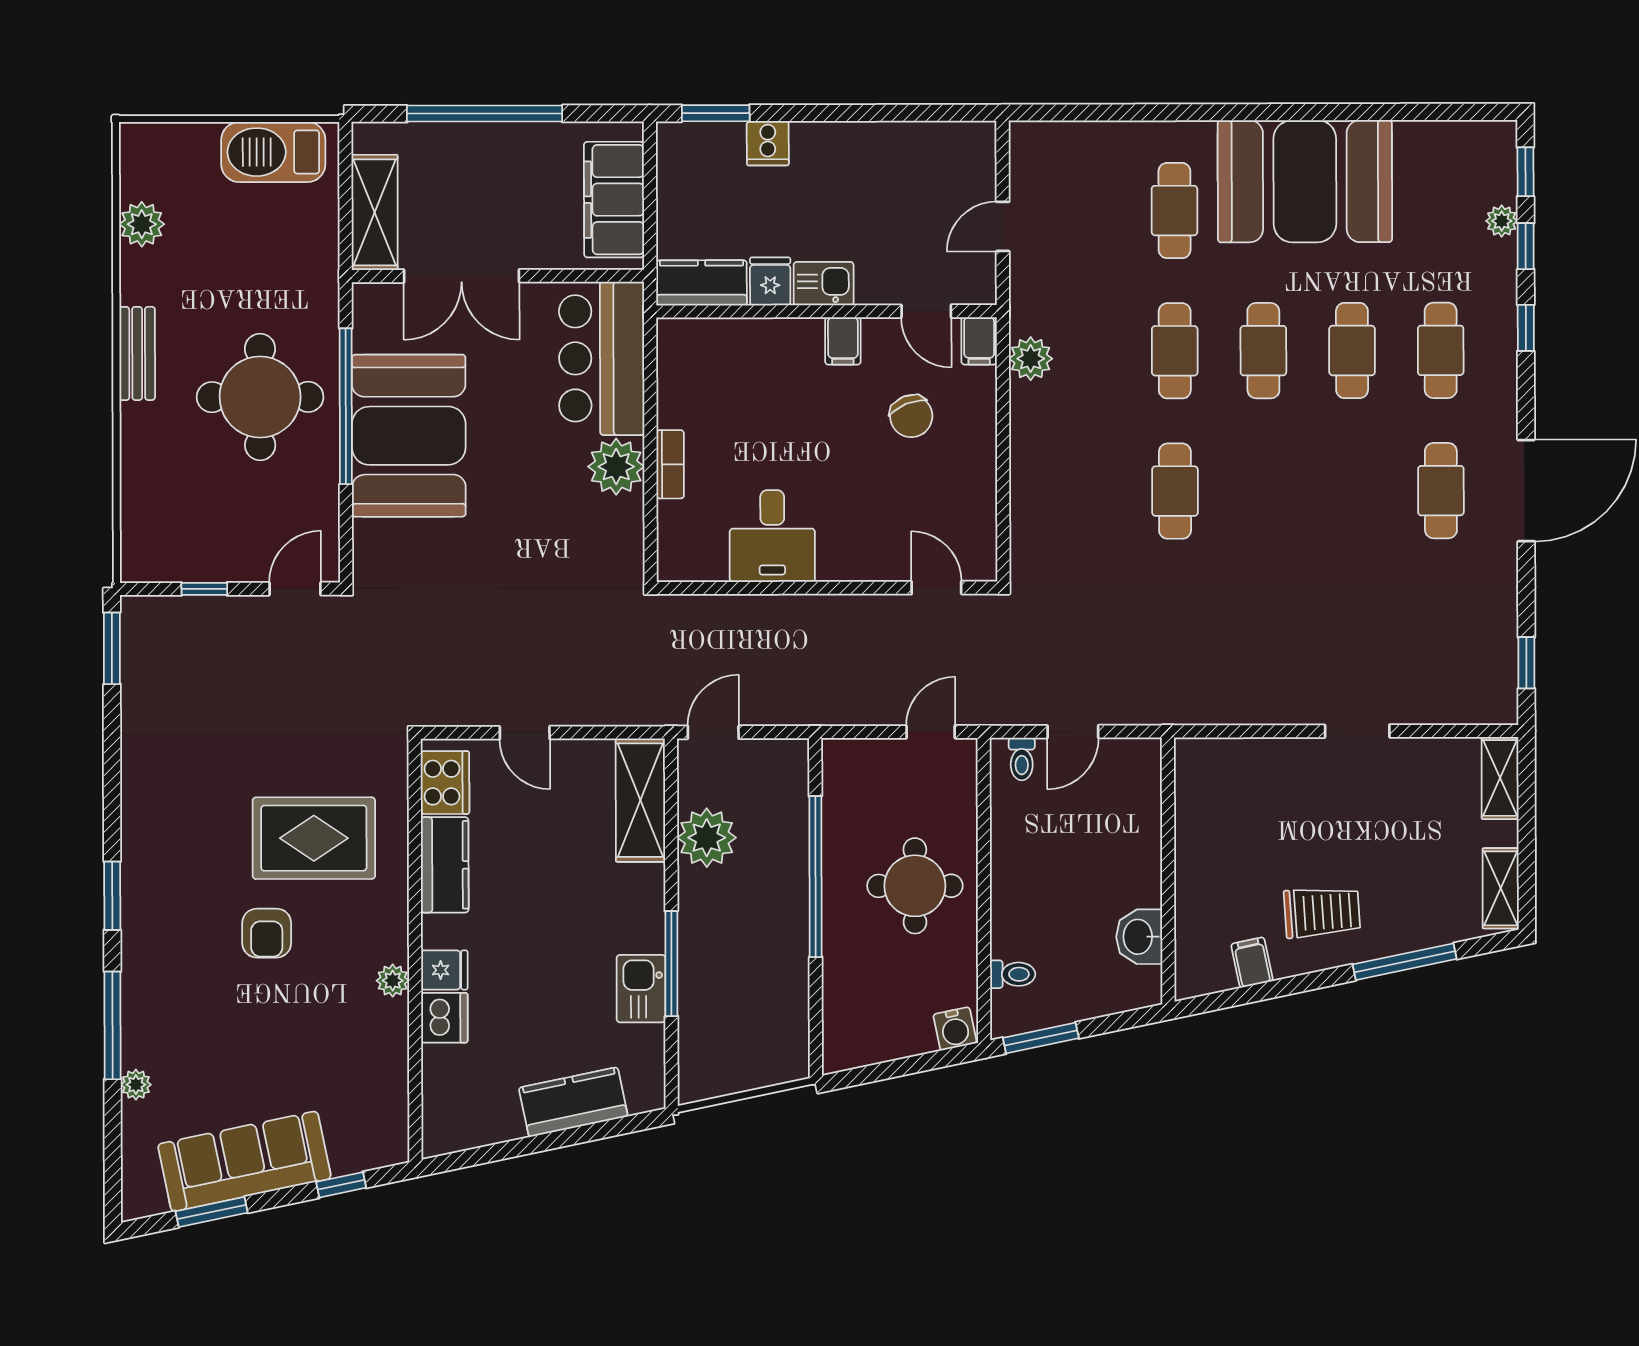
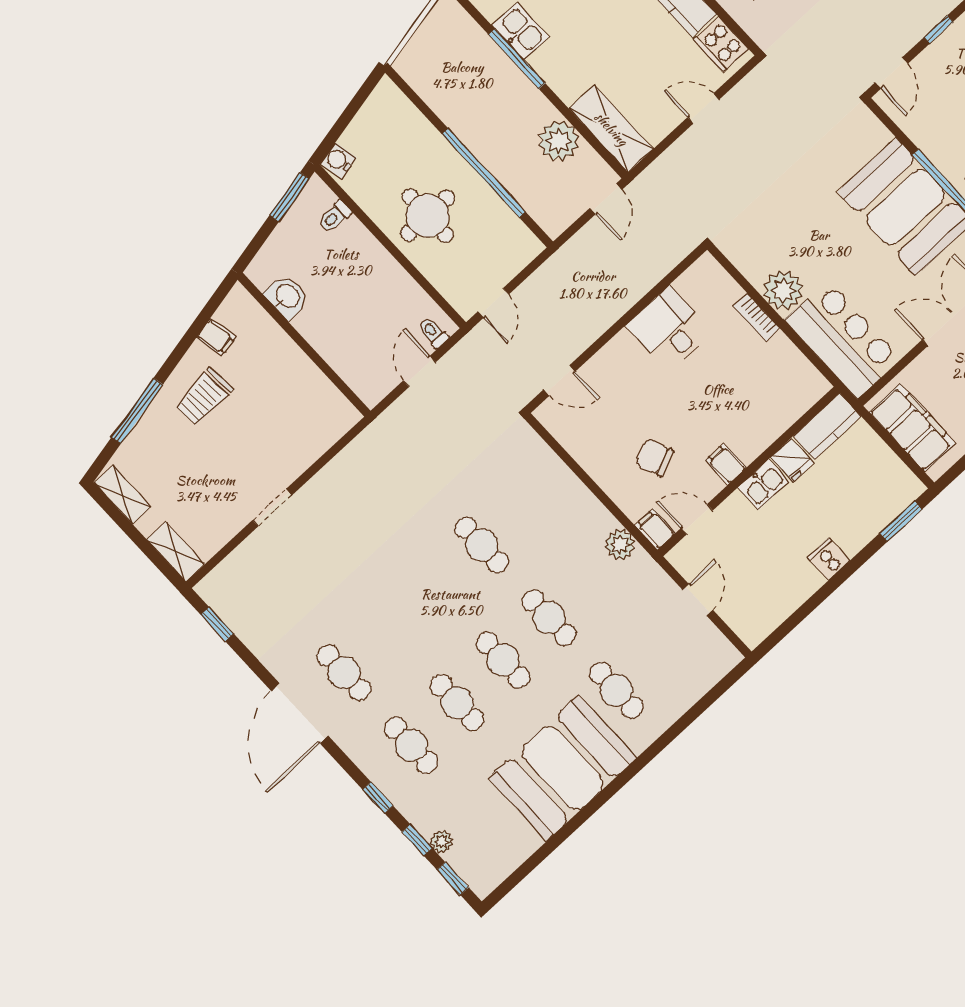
cooker: (768, 143) -> (829, 559), moved

